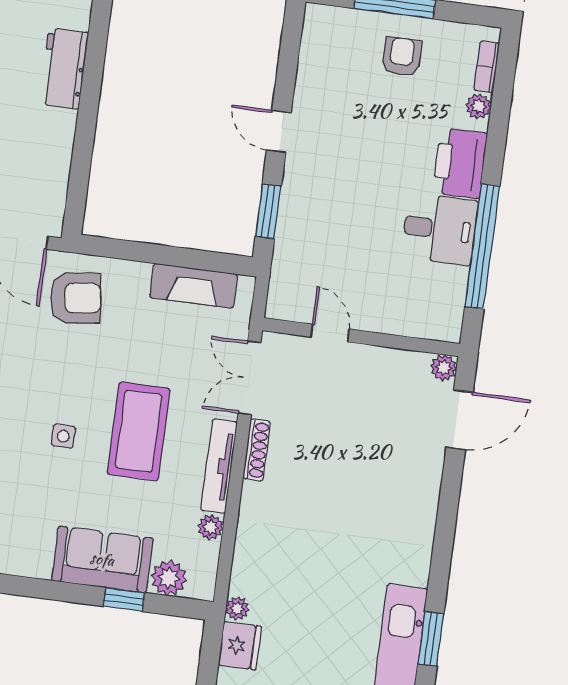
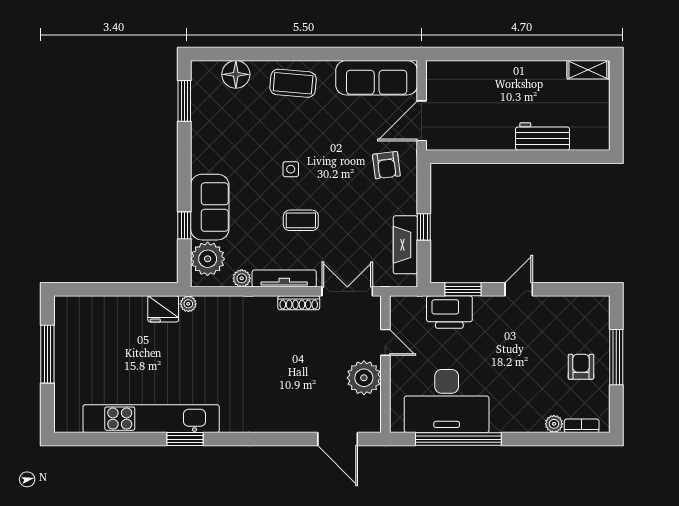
armchair: (402, 57) -> (581, 367), turned -90
printer: (460, 163) -> (449, 312), moved, turned 180
desk: (440, 229) -> (447, 401), width x1.87, depth x1.30
window: (171, 256) -> (424, 227), added
armchair: (76, 298) -> (386, 165), width x0.72, depth x0.72
door: (330, 333) -> (385, 342), hinge flipped
plant: (444, 368) -> (364, 378), moved, width x1.88, depth x1.88
coffee table: (139, 431) -> (301, 220), width x0.54, depth x0.58
plant: (169, 578) -> (208, 259), width x1.36, depth x1.36

